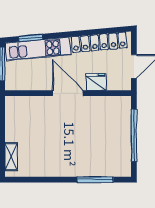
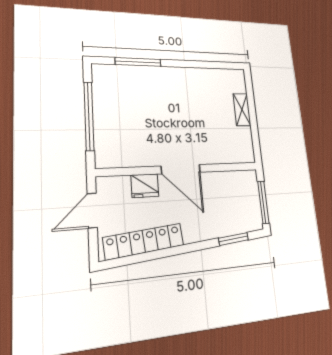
kitchen unit: (38, 49) -> (223, 225), removed
shelving: (11, 157) -> (242, 110), moved

